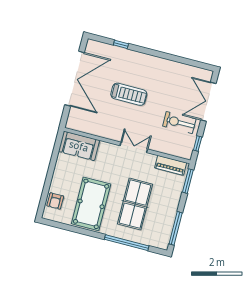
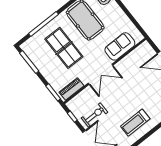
treadmill: (129, 94) -> (135, 123), moved
sofa: (79, 146) -> (120, 46), moved
double door: (134, 147) -> (100, 74), width x1.37

